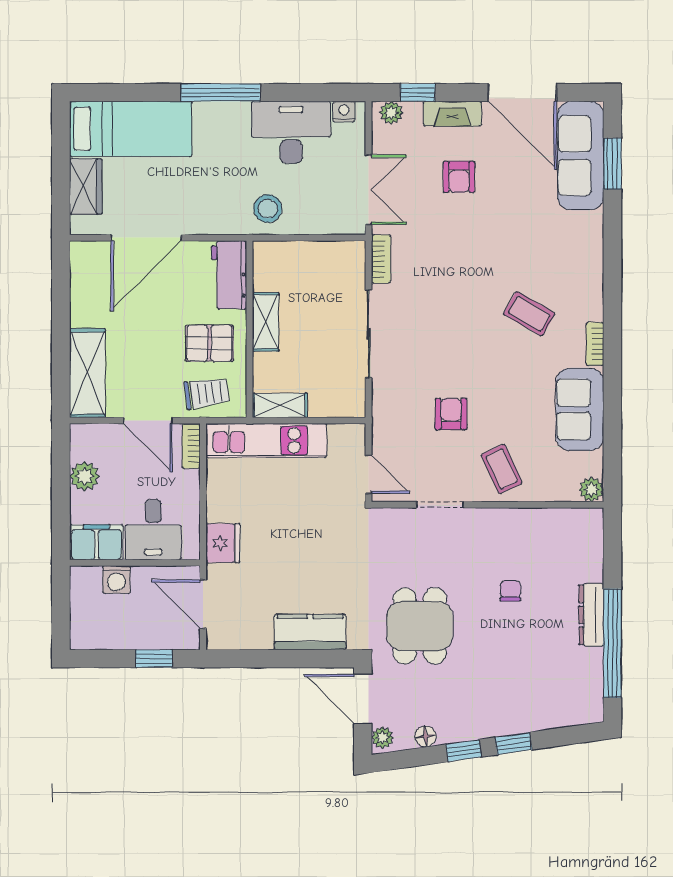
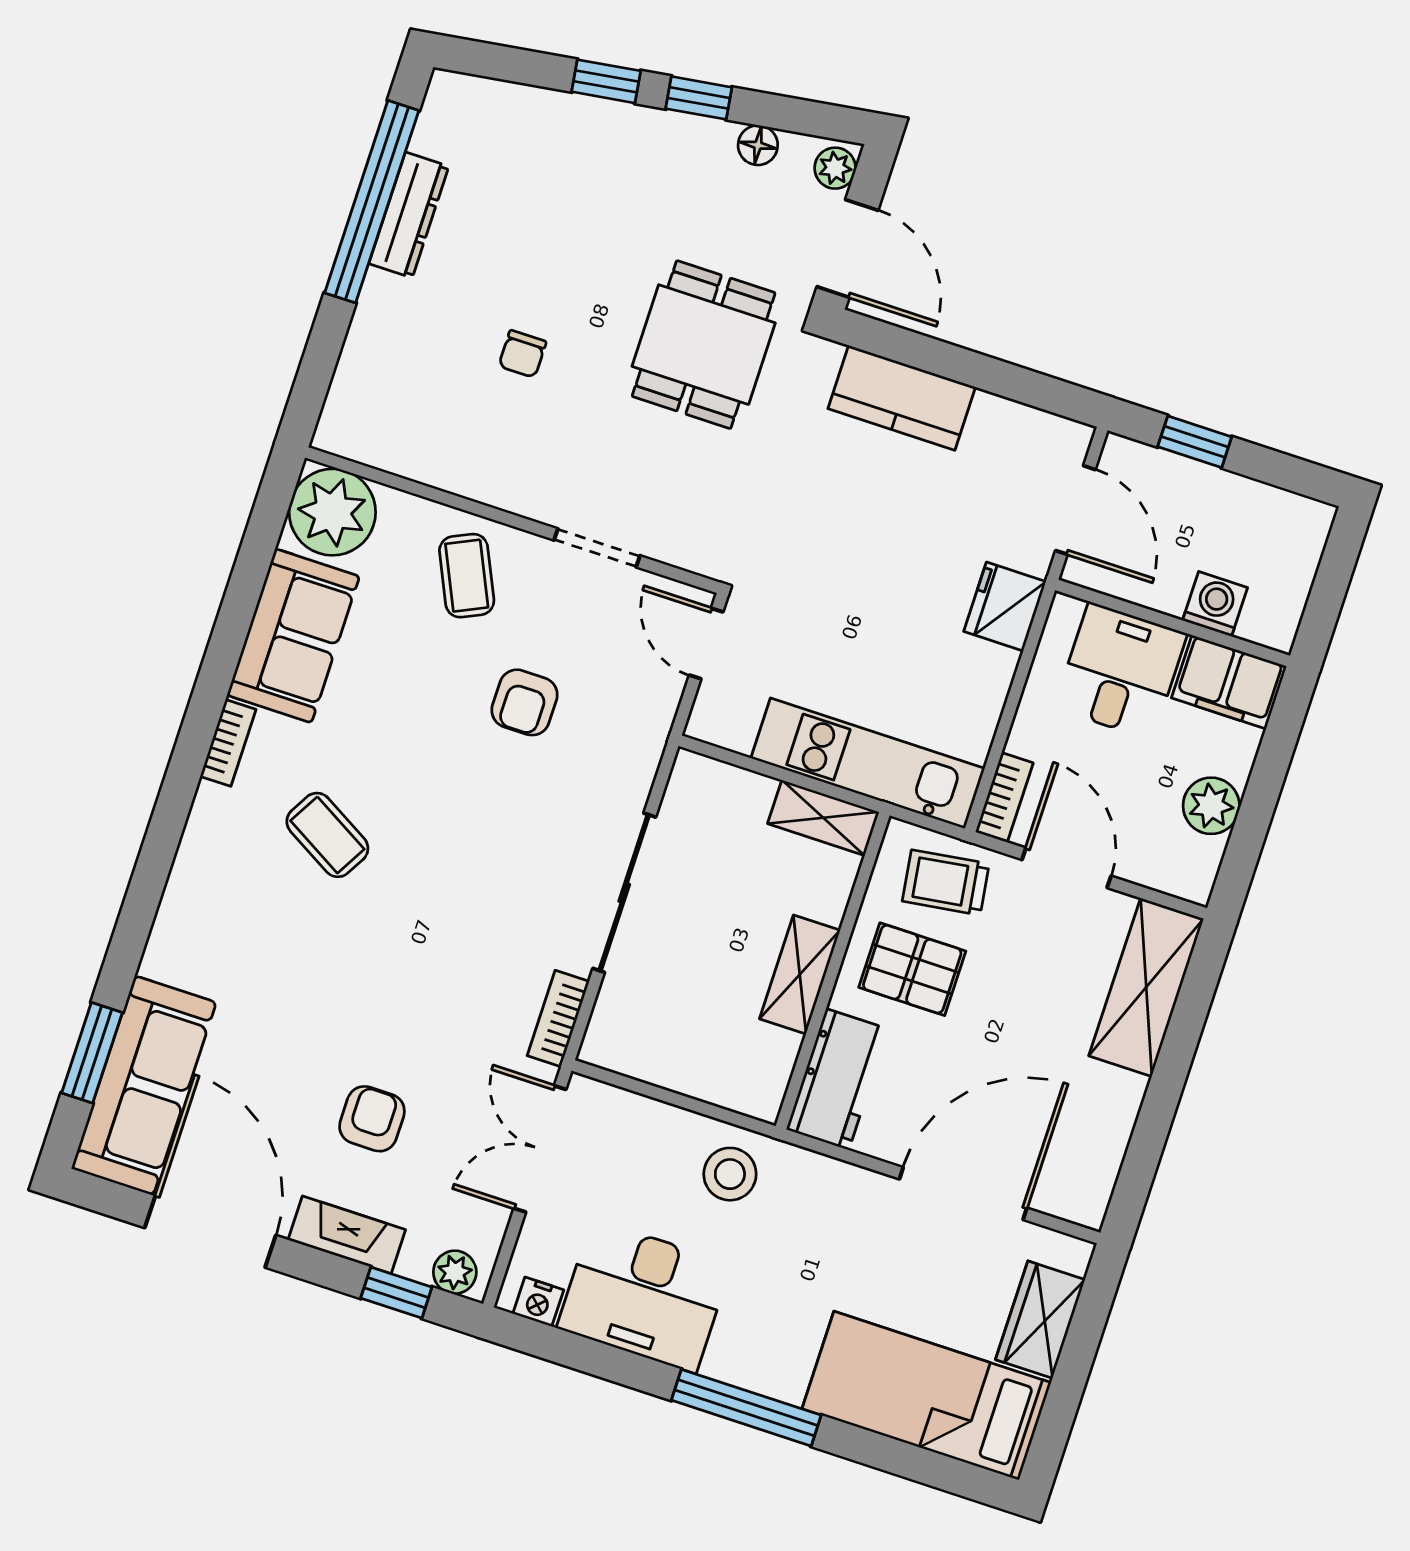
plant: (591, 490) -> (332, 512), width x1.87, depth x1.87
dresser: (591, 615) -> (409, 215), moved

